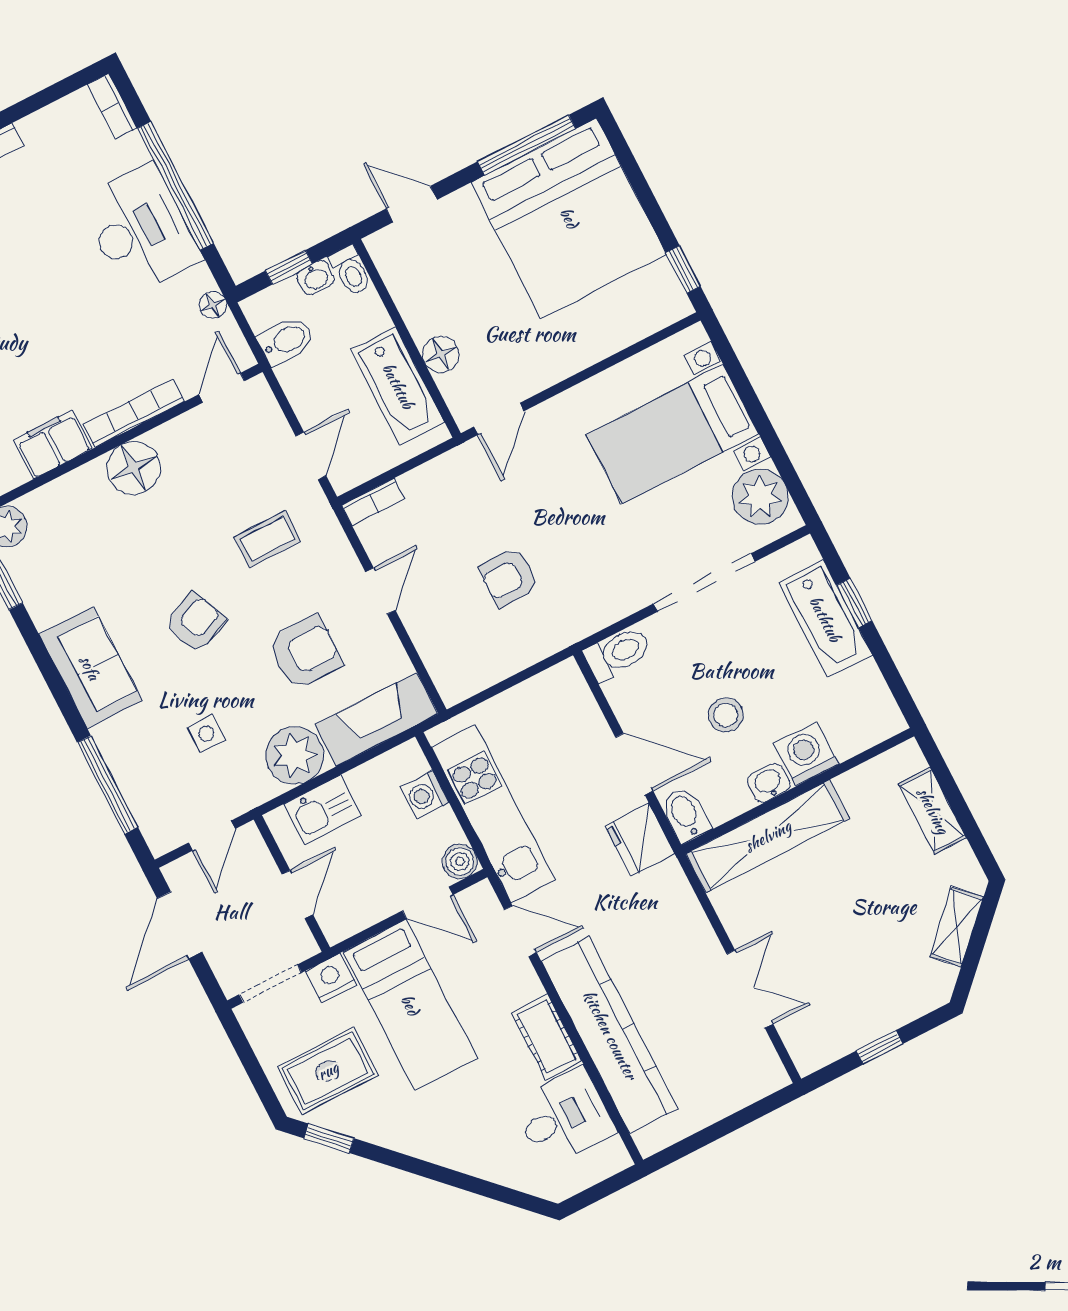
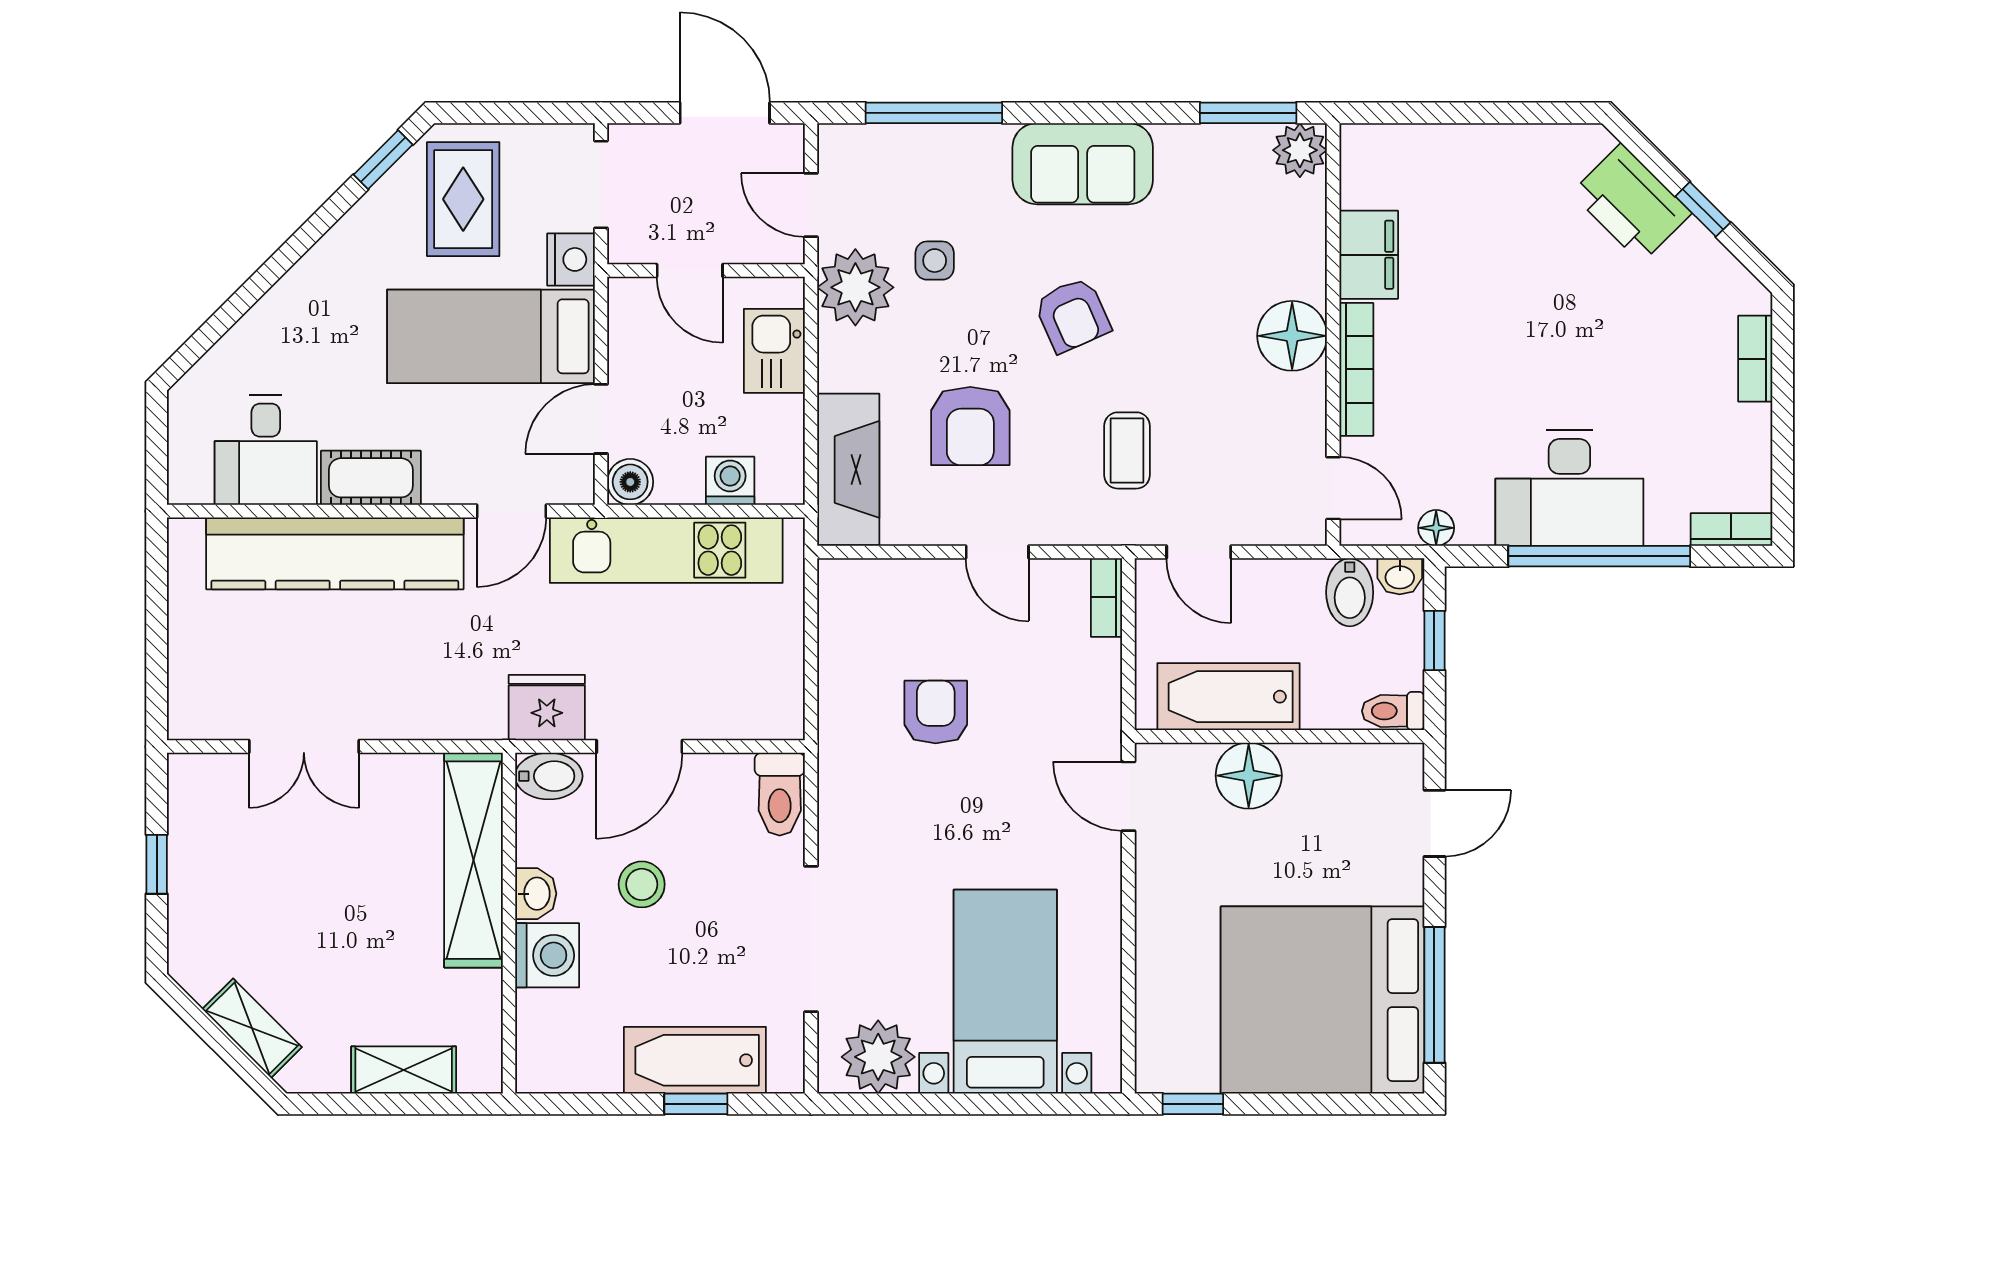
washbasin: (315, 278) -> (1400, 576), moved, turned -90
floor lamp: (441, 354) -> (1249, 776), width x1.38, depth x1.38
plant: (295, 755) -> (855, 287), moved

